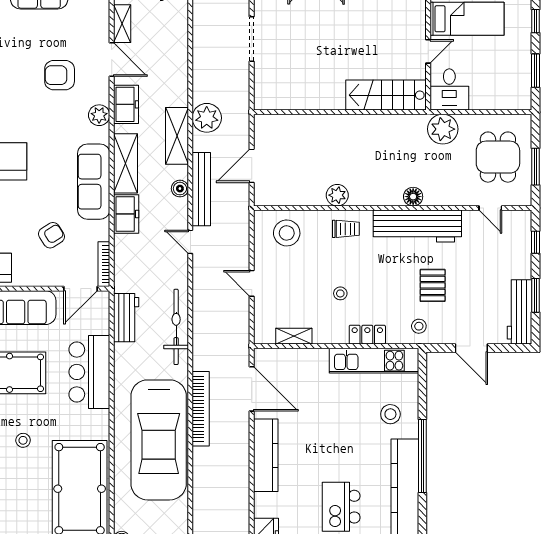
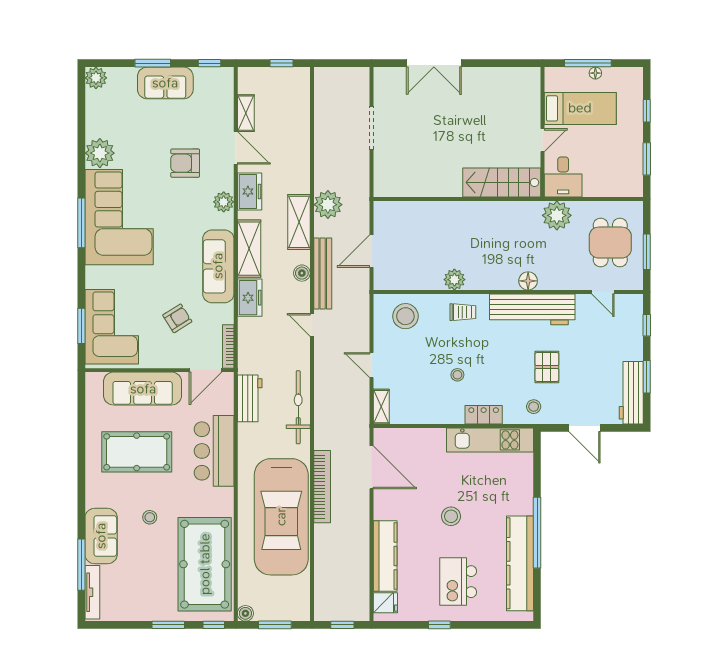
shelving: (294, 336) -> (381, 407), moved, turned 90
stool: (390, 414) -> (451, 516), moved
kitchen counter: (266, 455) -> (385, 556), moved

